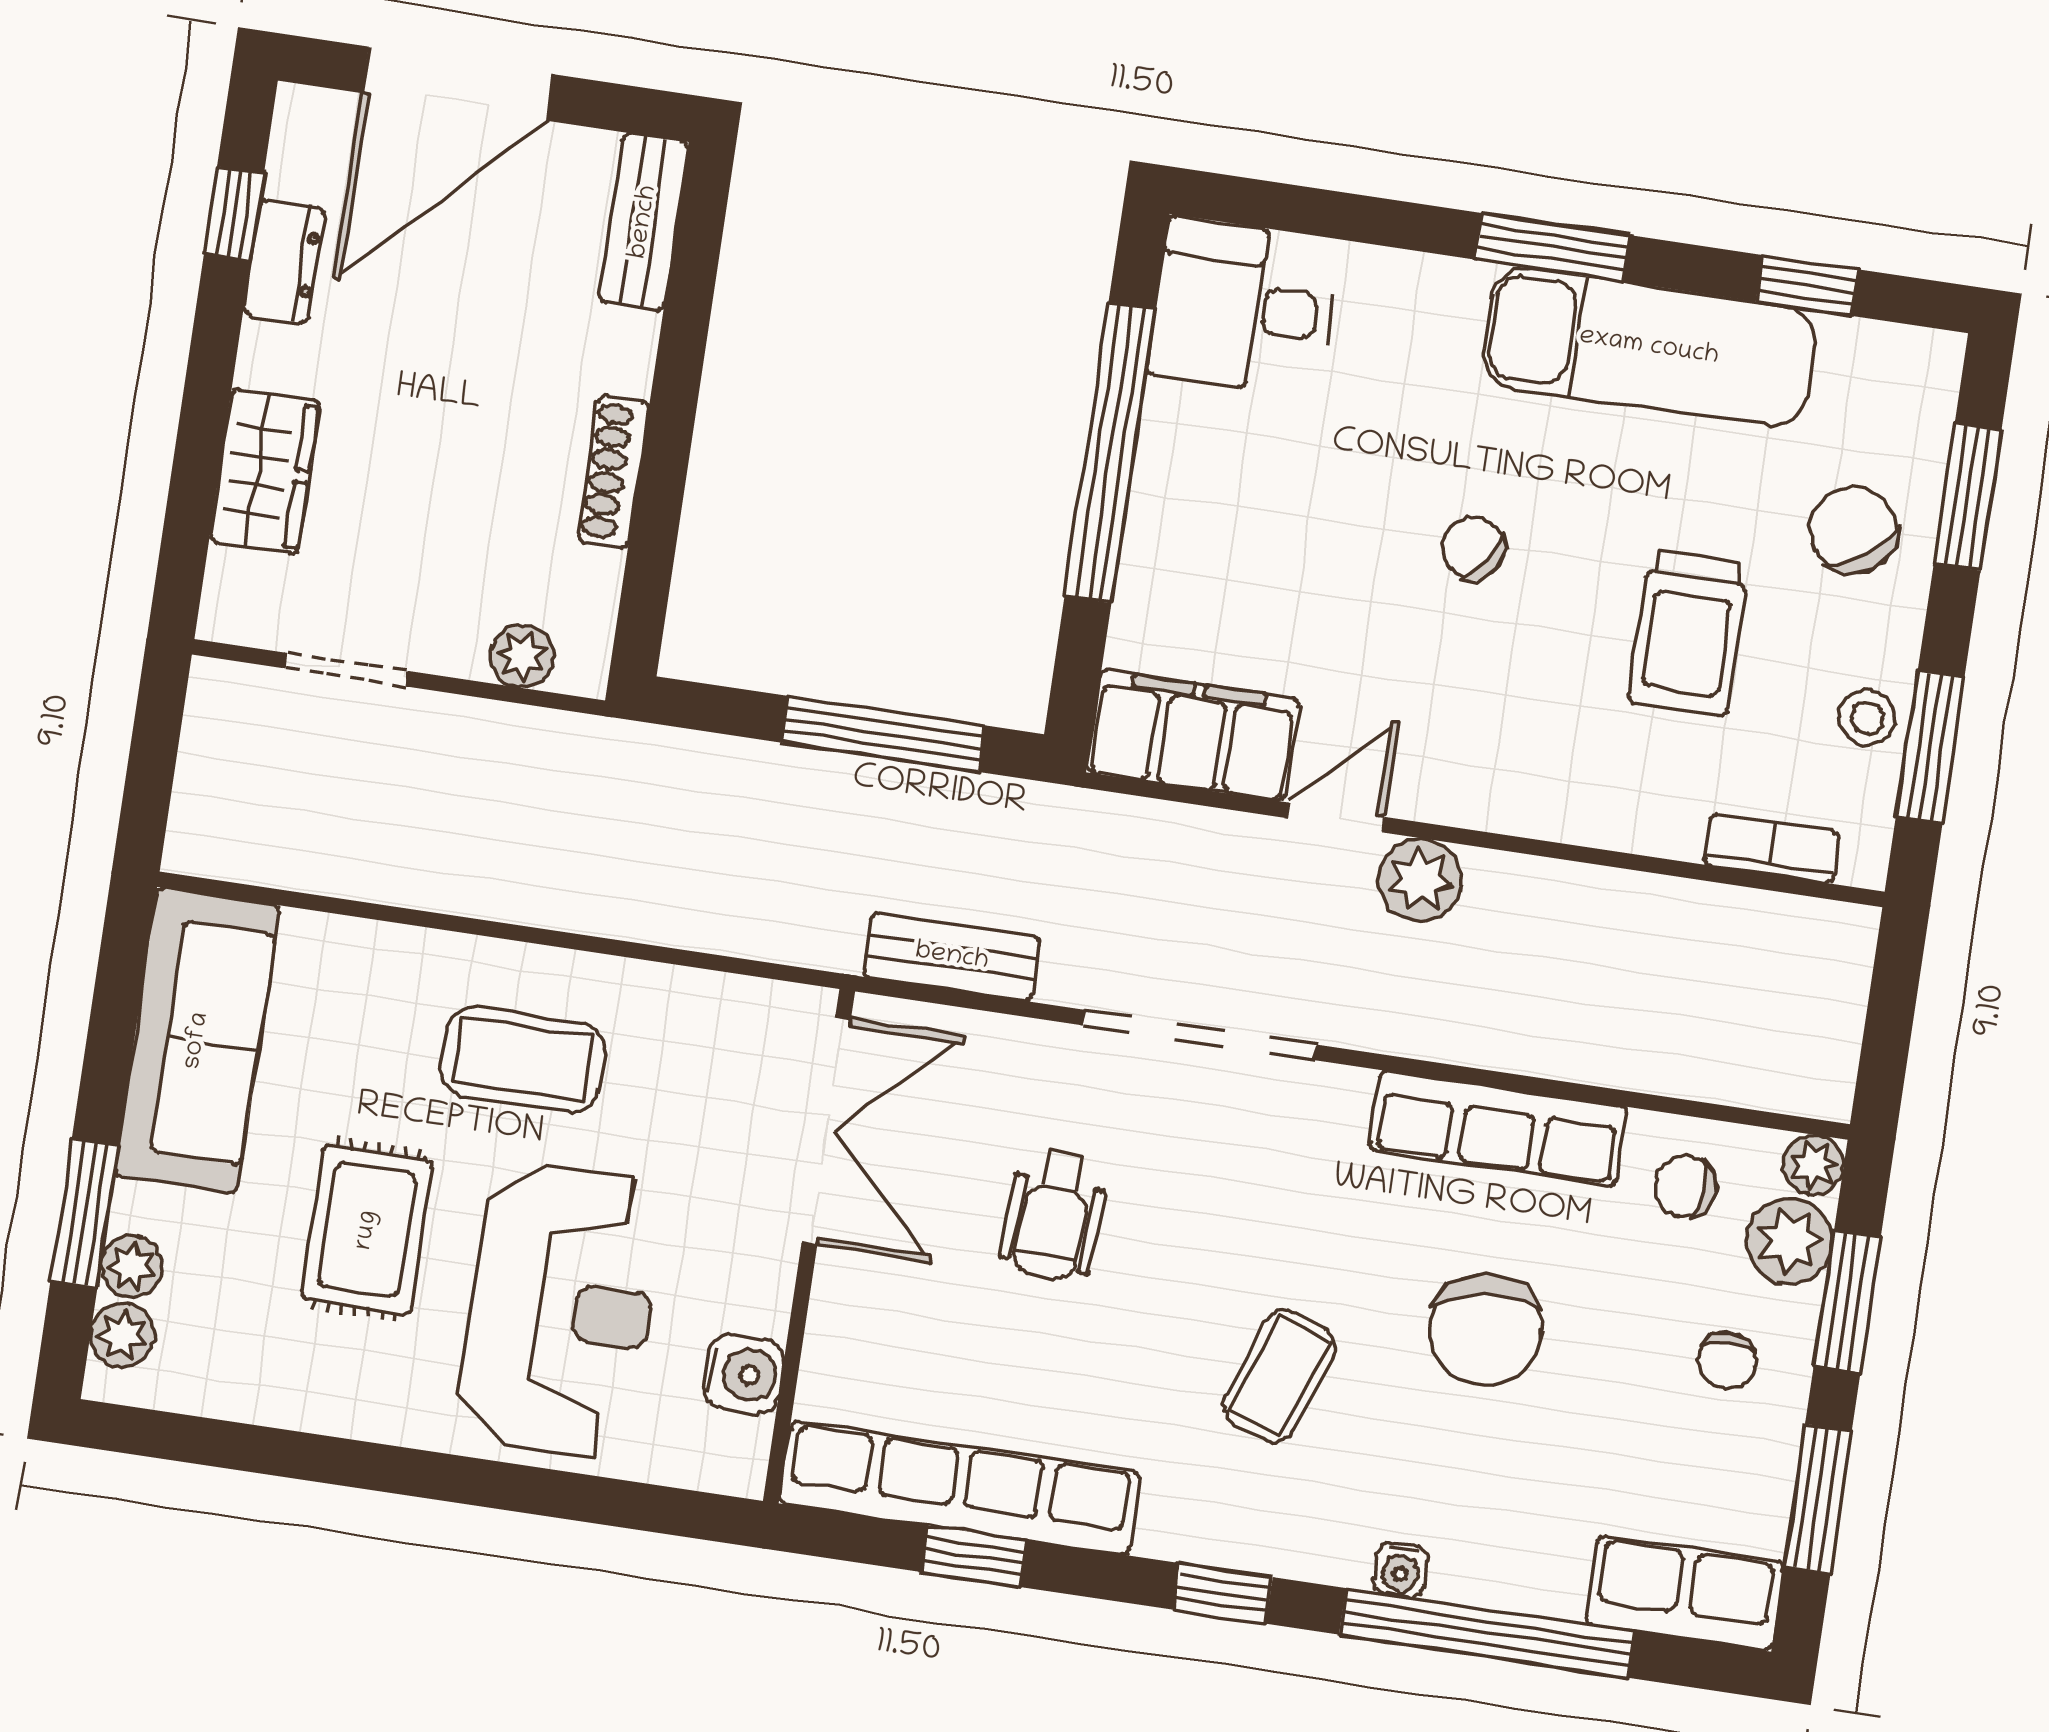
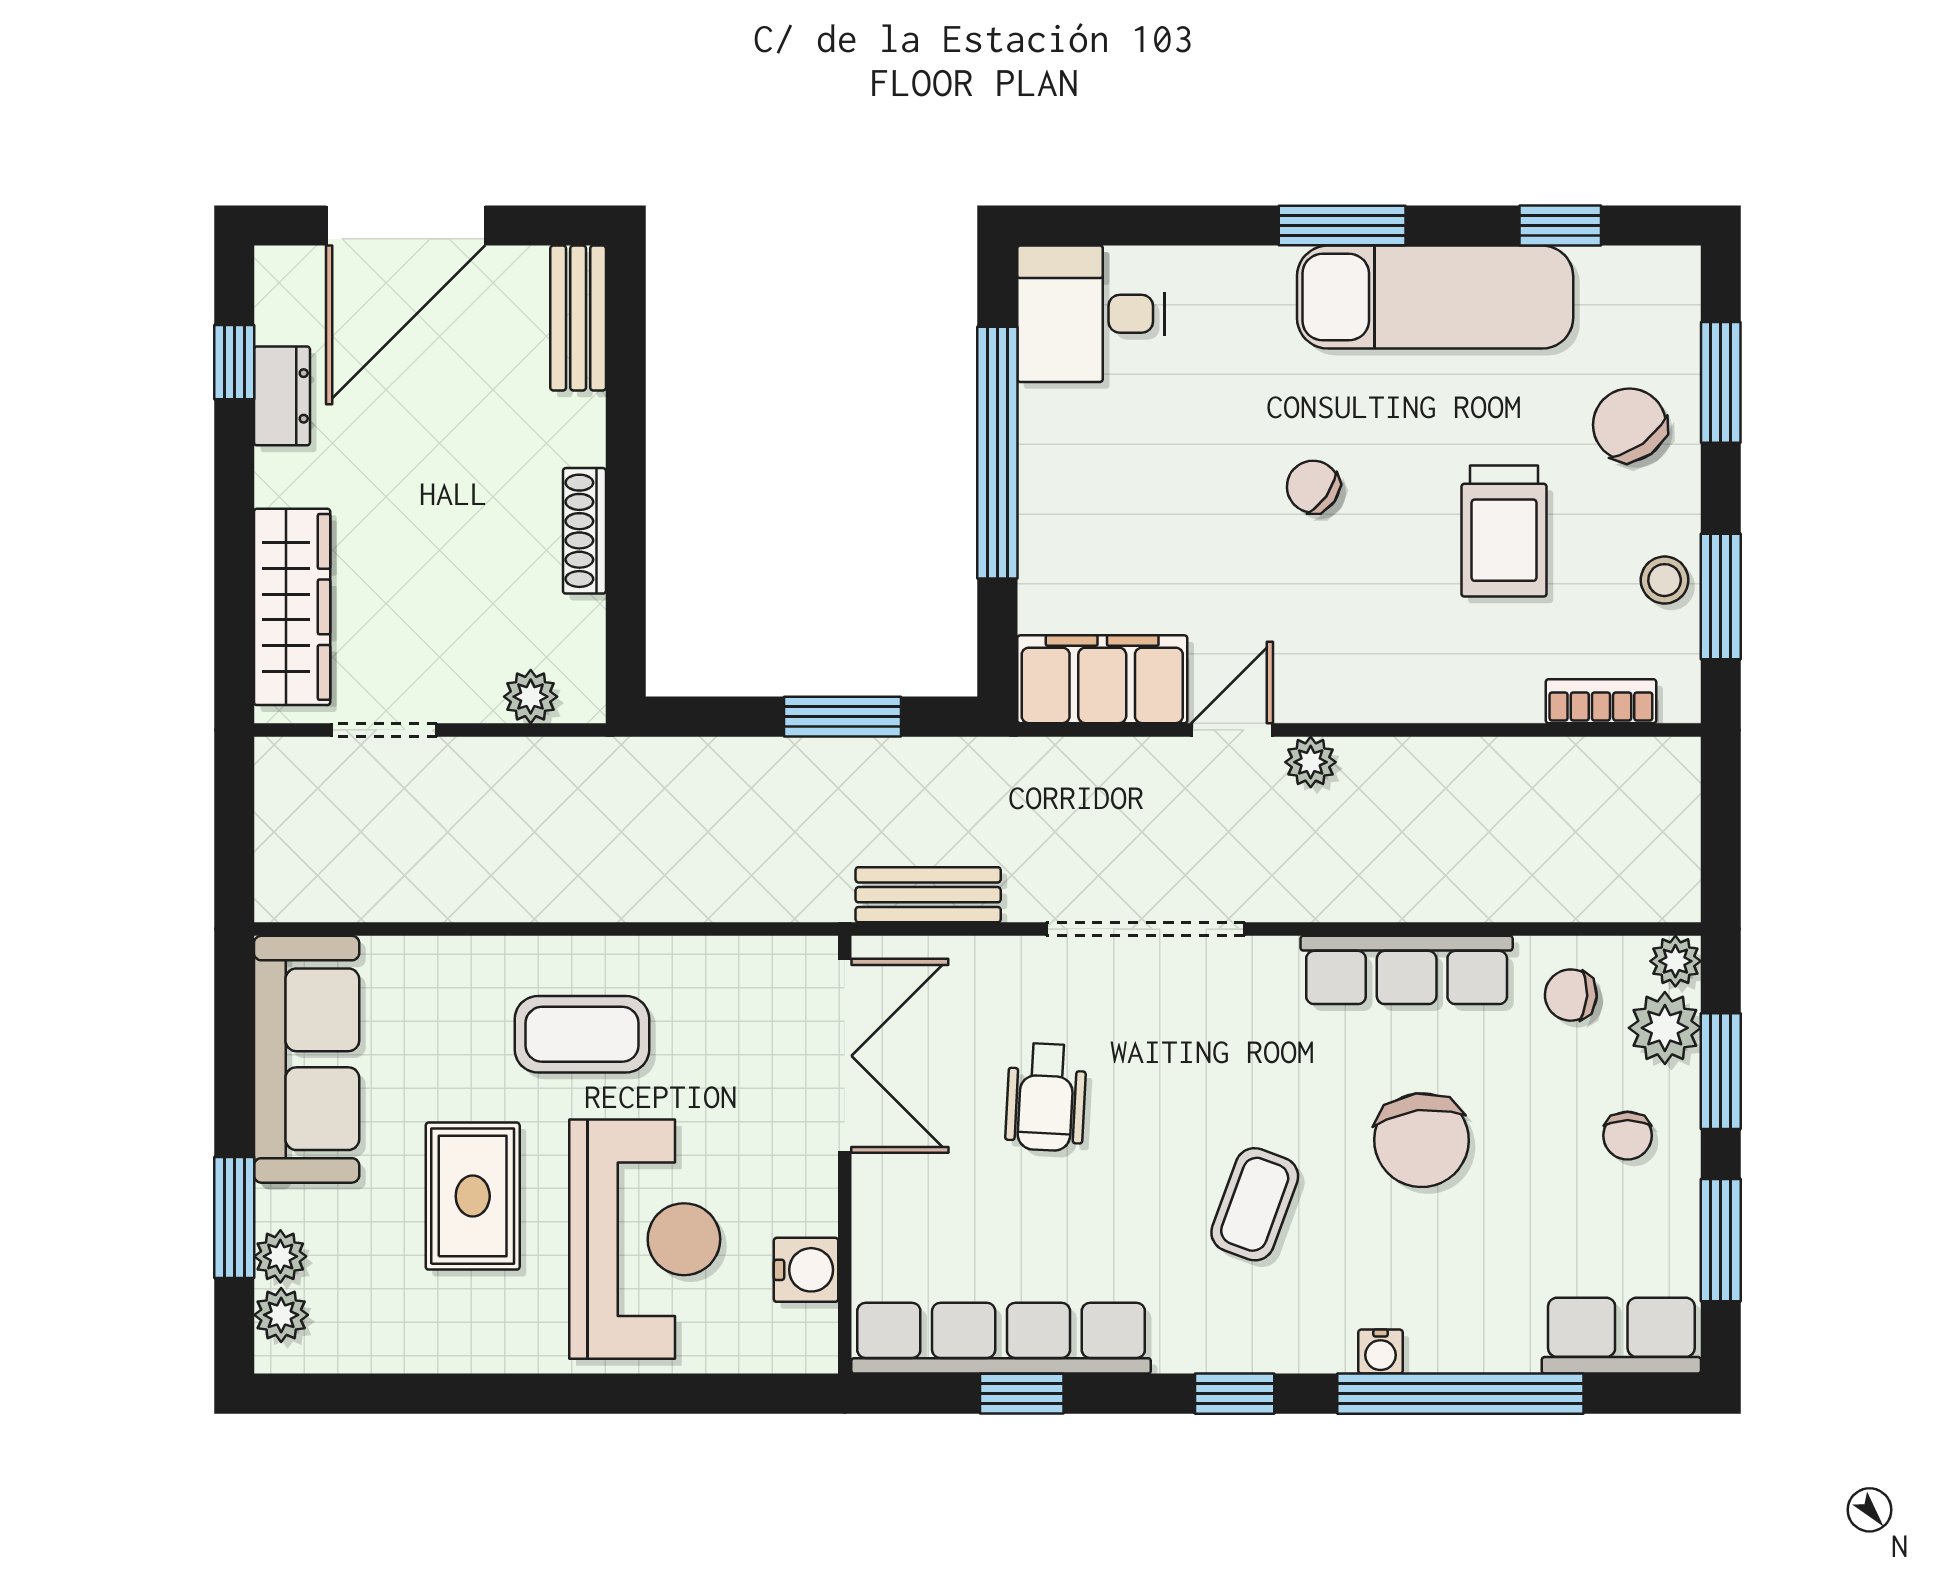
wardrobe: (265, 471) -> (292, 607), width x1.50
window: (883, 734) -> (843, 717), width x0.69
plant: (1420, 880) -> (1311, 762), width x0.73, depth x0.73

